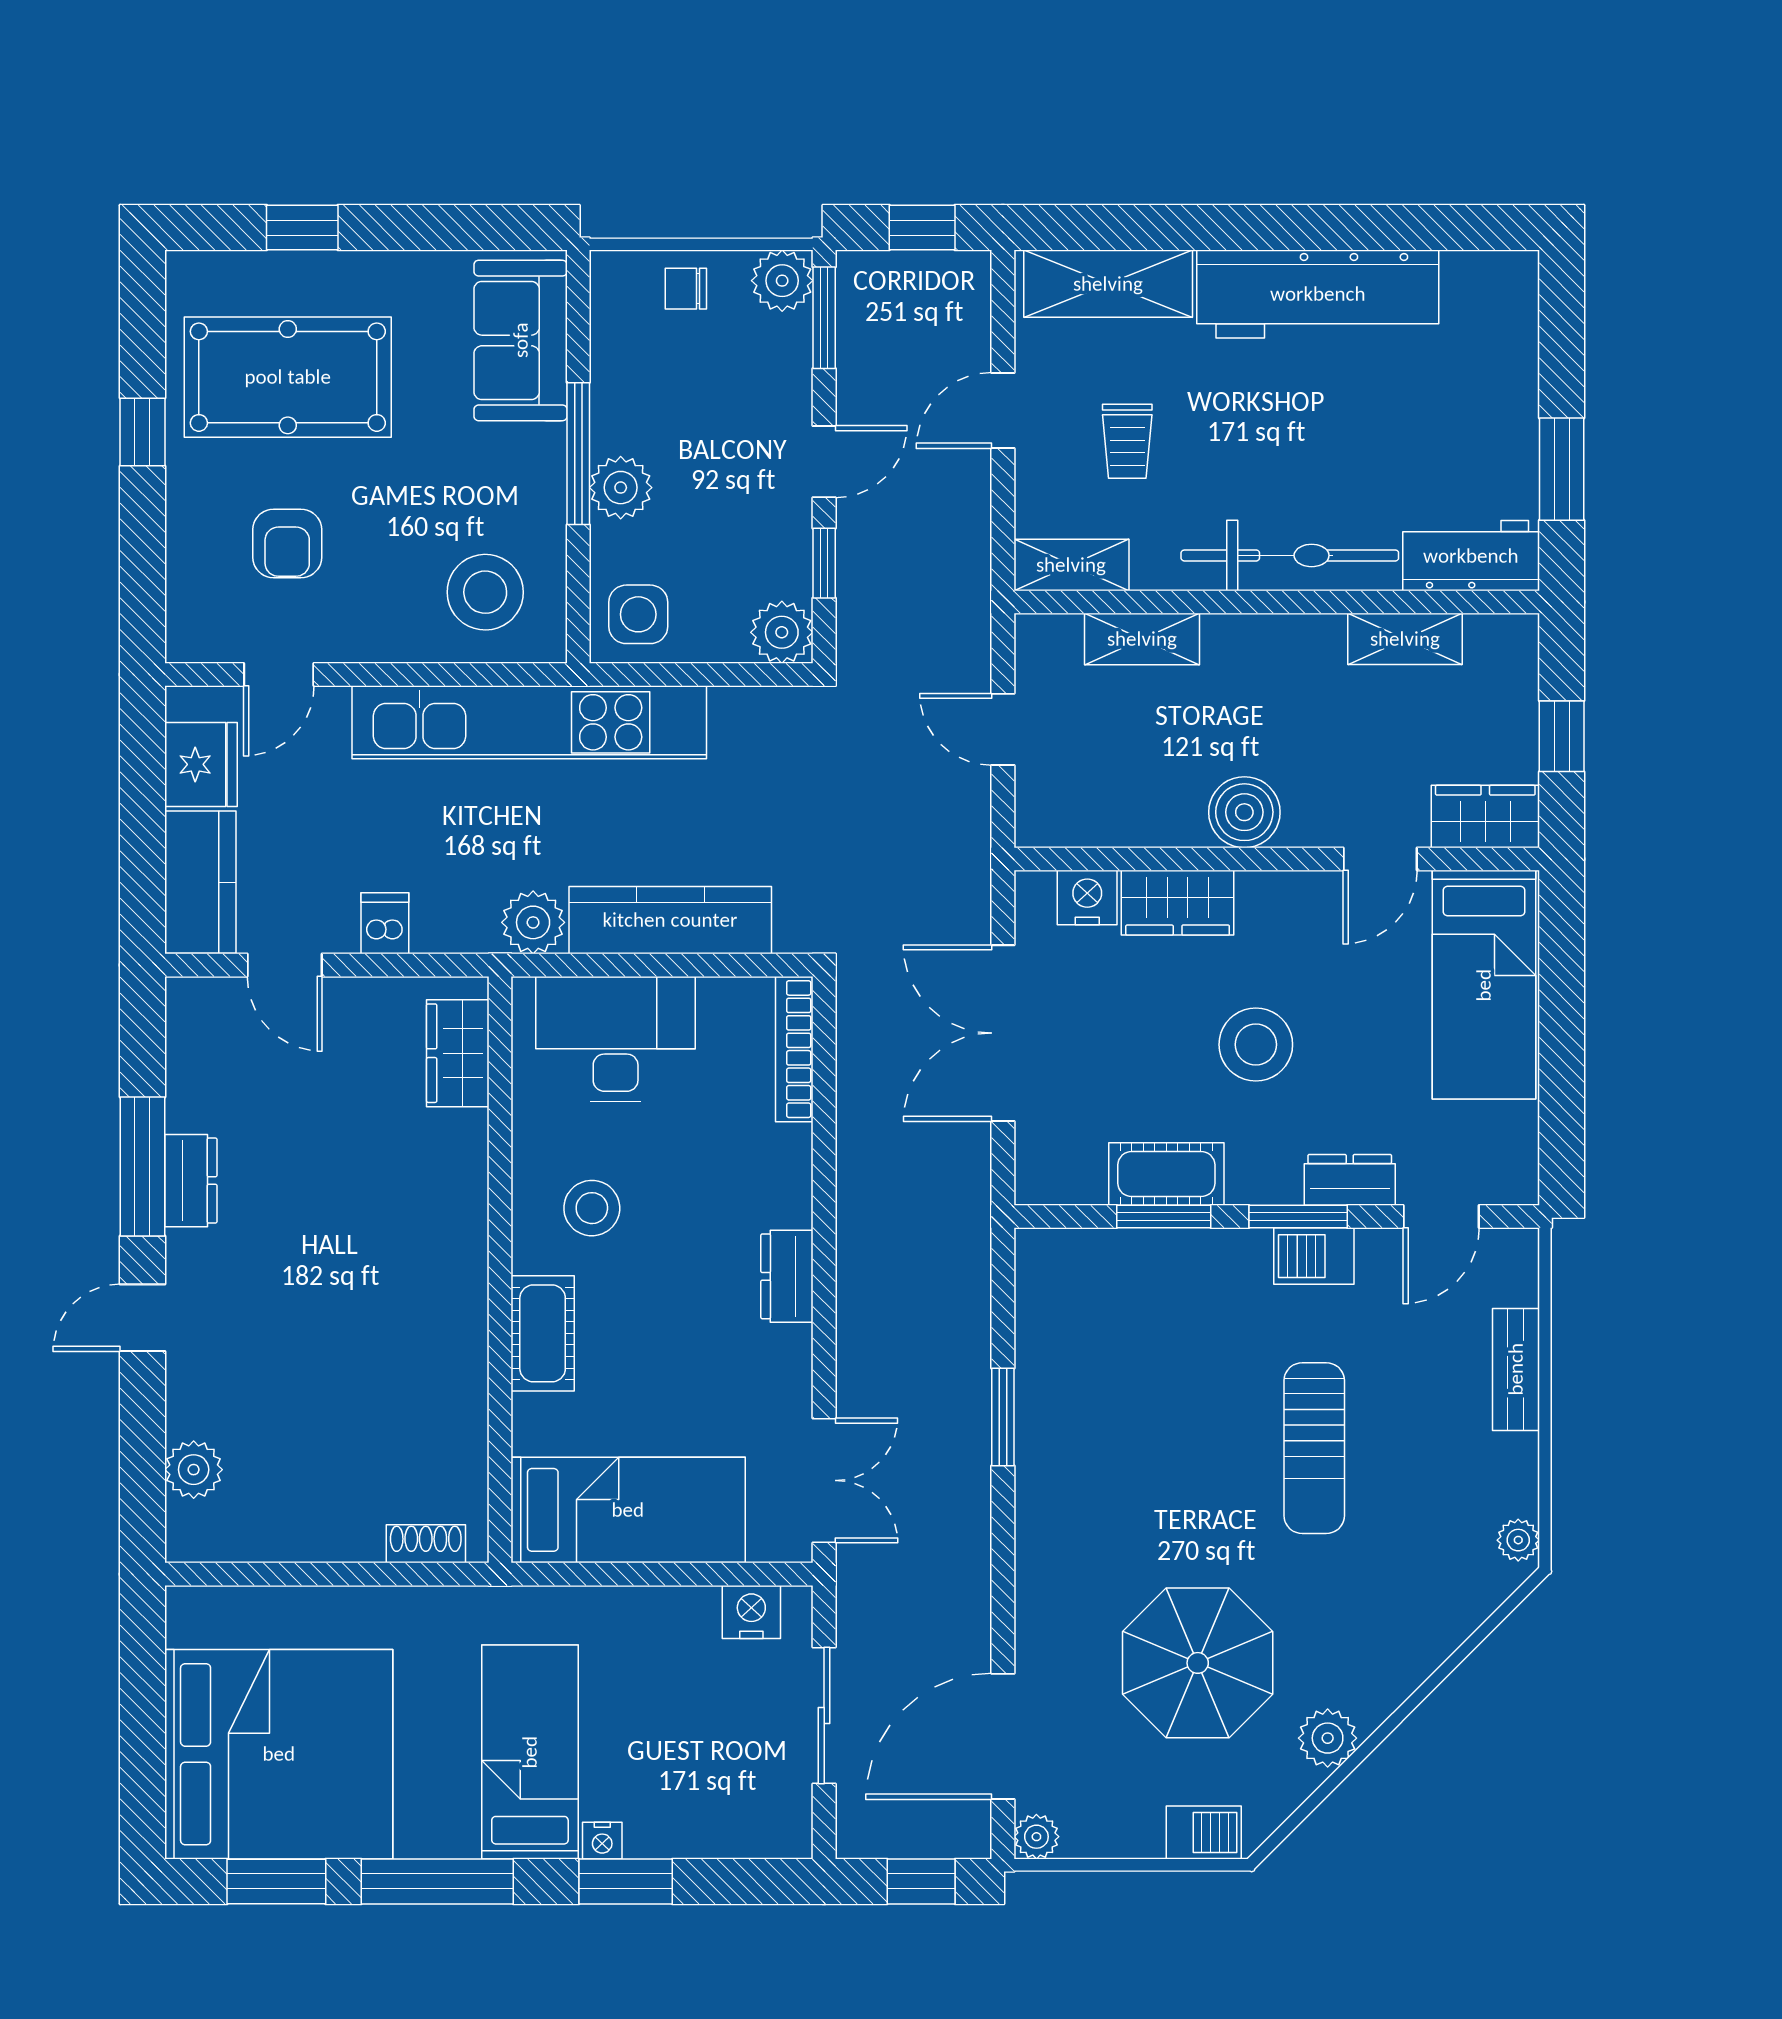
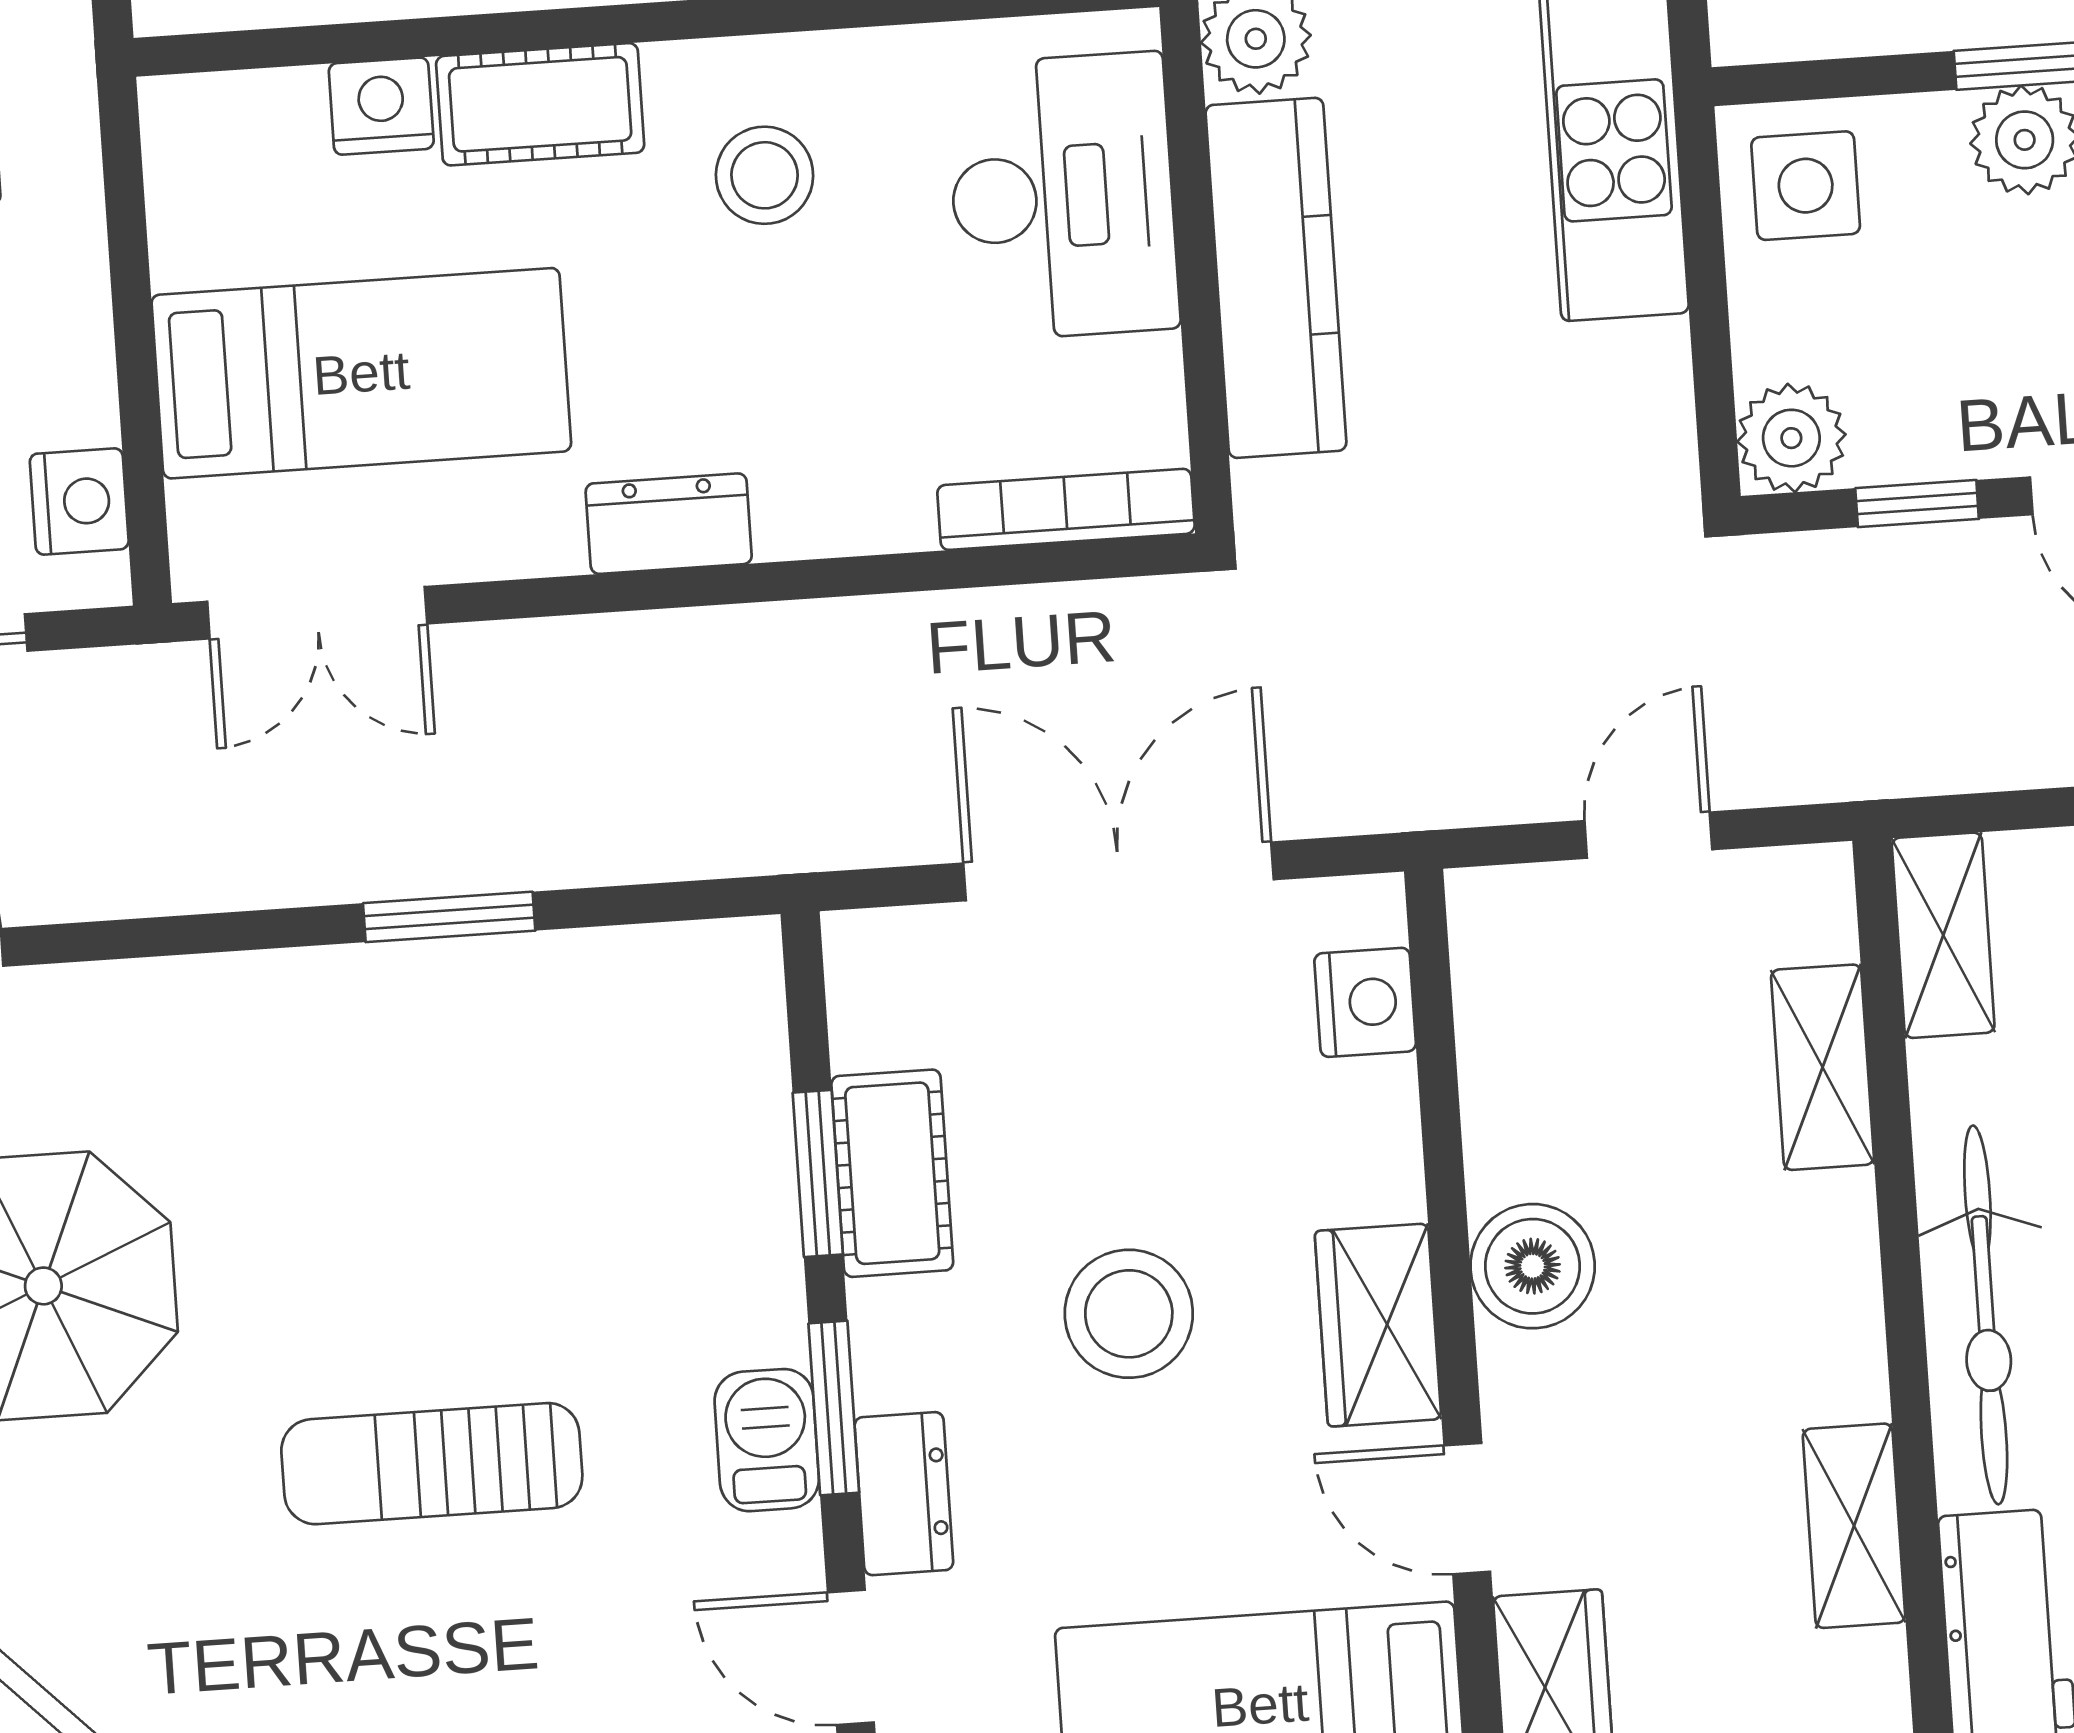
wardrobe: (1178, 903) -> (1378, 1325), moved
nightstand: (537, 1424) -> (381, 106), added
bed: (628, 1510) -> (361, 373), moved, turned -90

